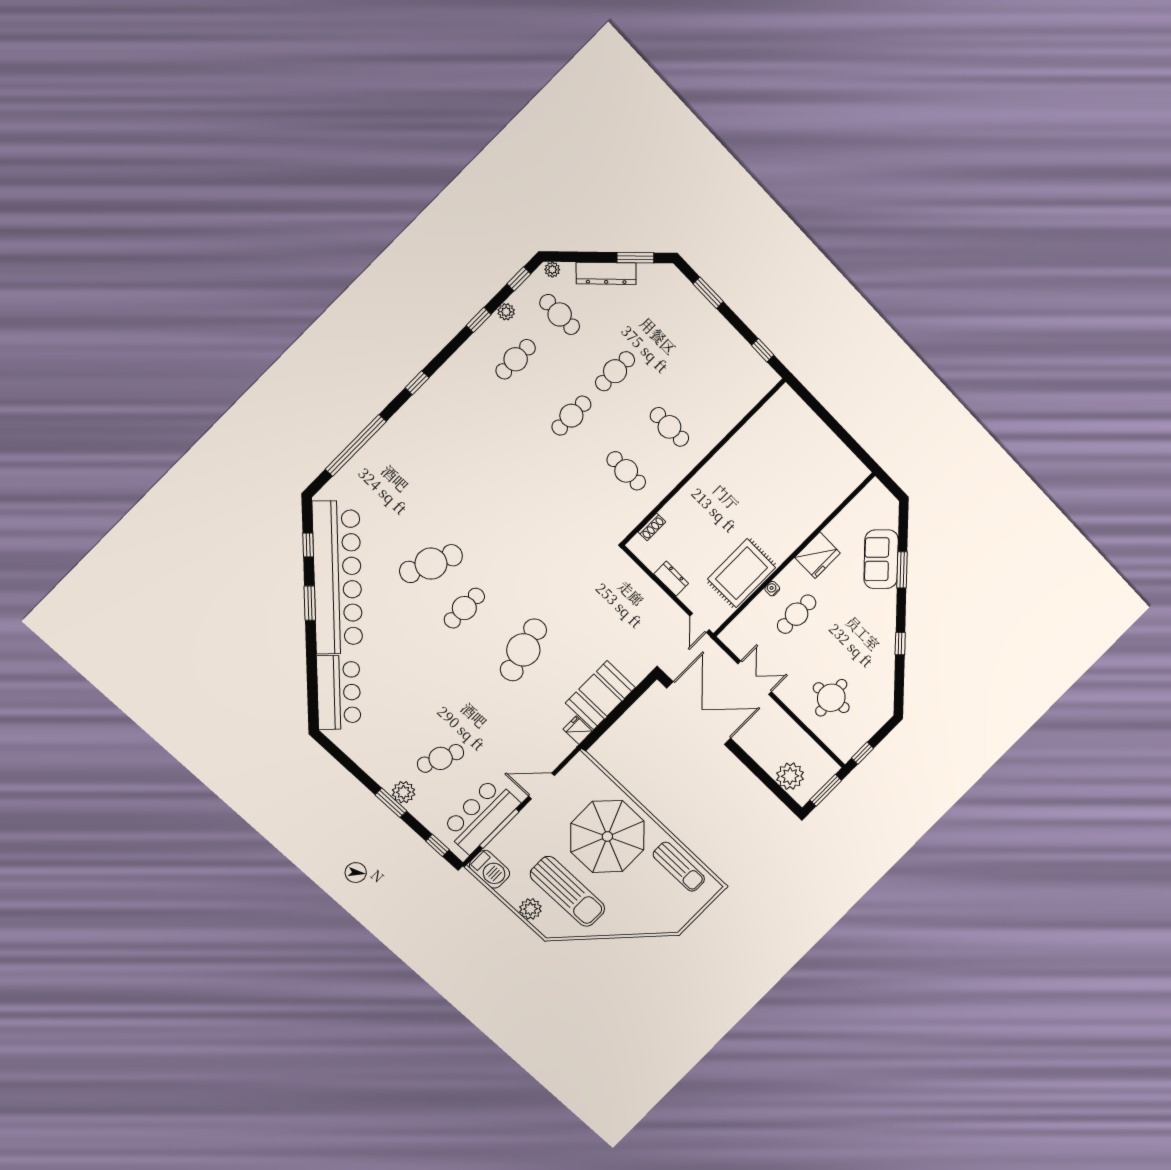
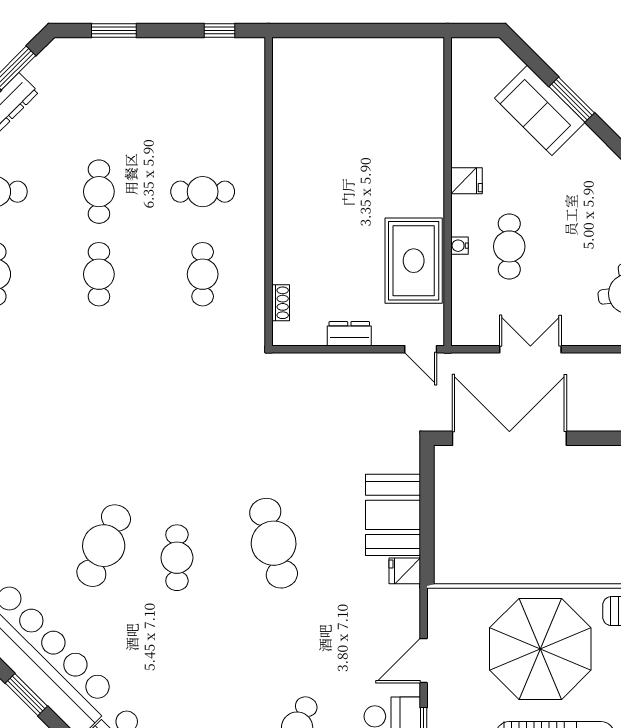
cafe table: (626, 471) -> (203, 274), turned 90
fridge: (818, 555) -> (466, 181), width x0.53, depth x0.75

